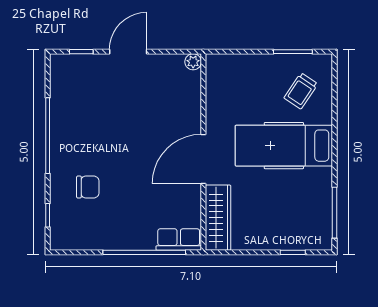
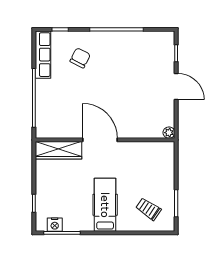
hospital bed: (284, 146) -> (105, 205), width x0.73, depth x0.78
chair: (88, 187) -> (80, 58), turned -153
nightstand: (323, 223) -> (55, 225), added
row of seats: (179, 240) -> (43, 55), moved, width x1.48

